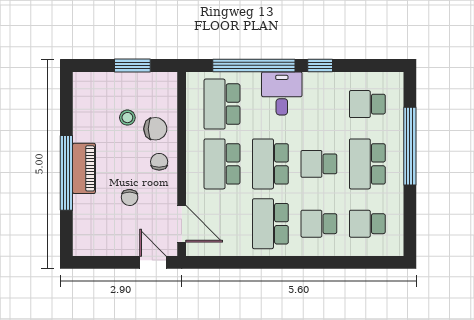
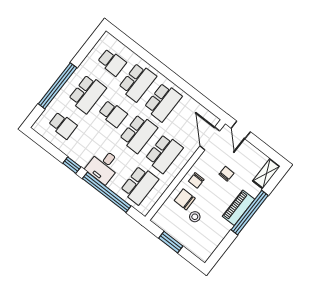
school desk: (319, 224) -> (137, 82), width x1.85
shelving: (82, 234) -> (266, 174), added

